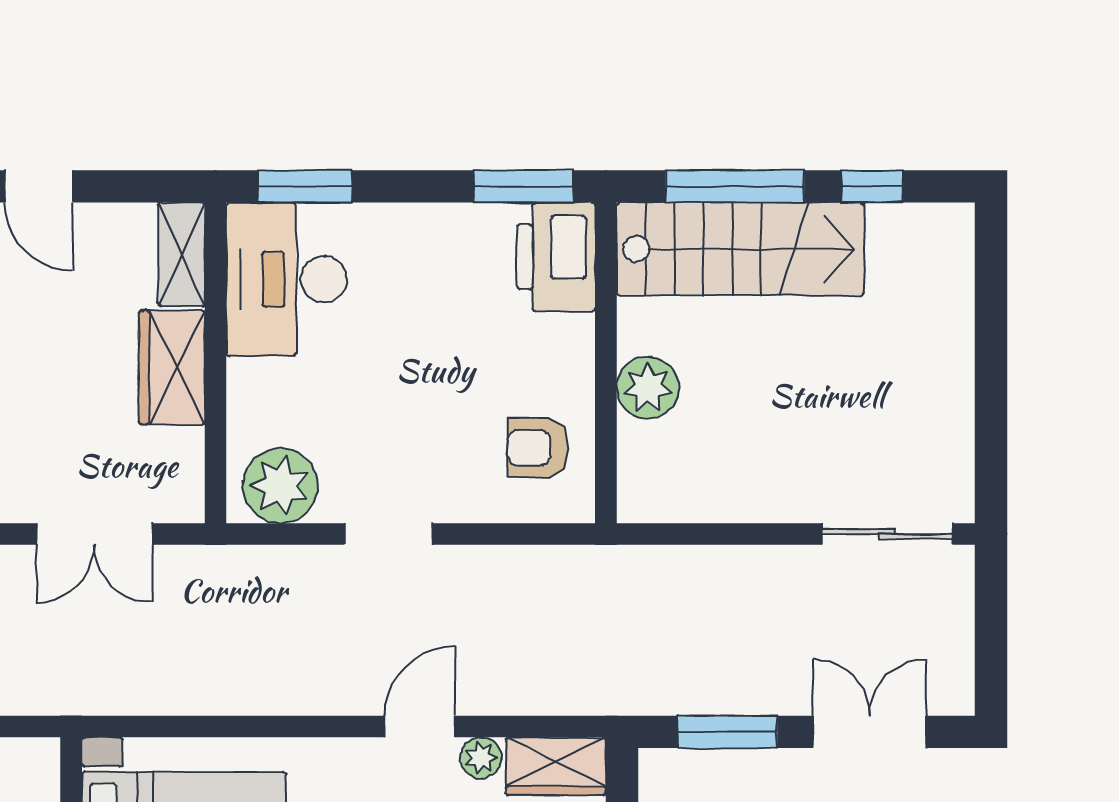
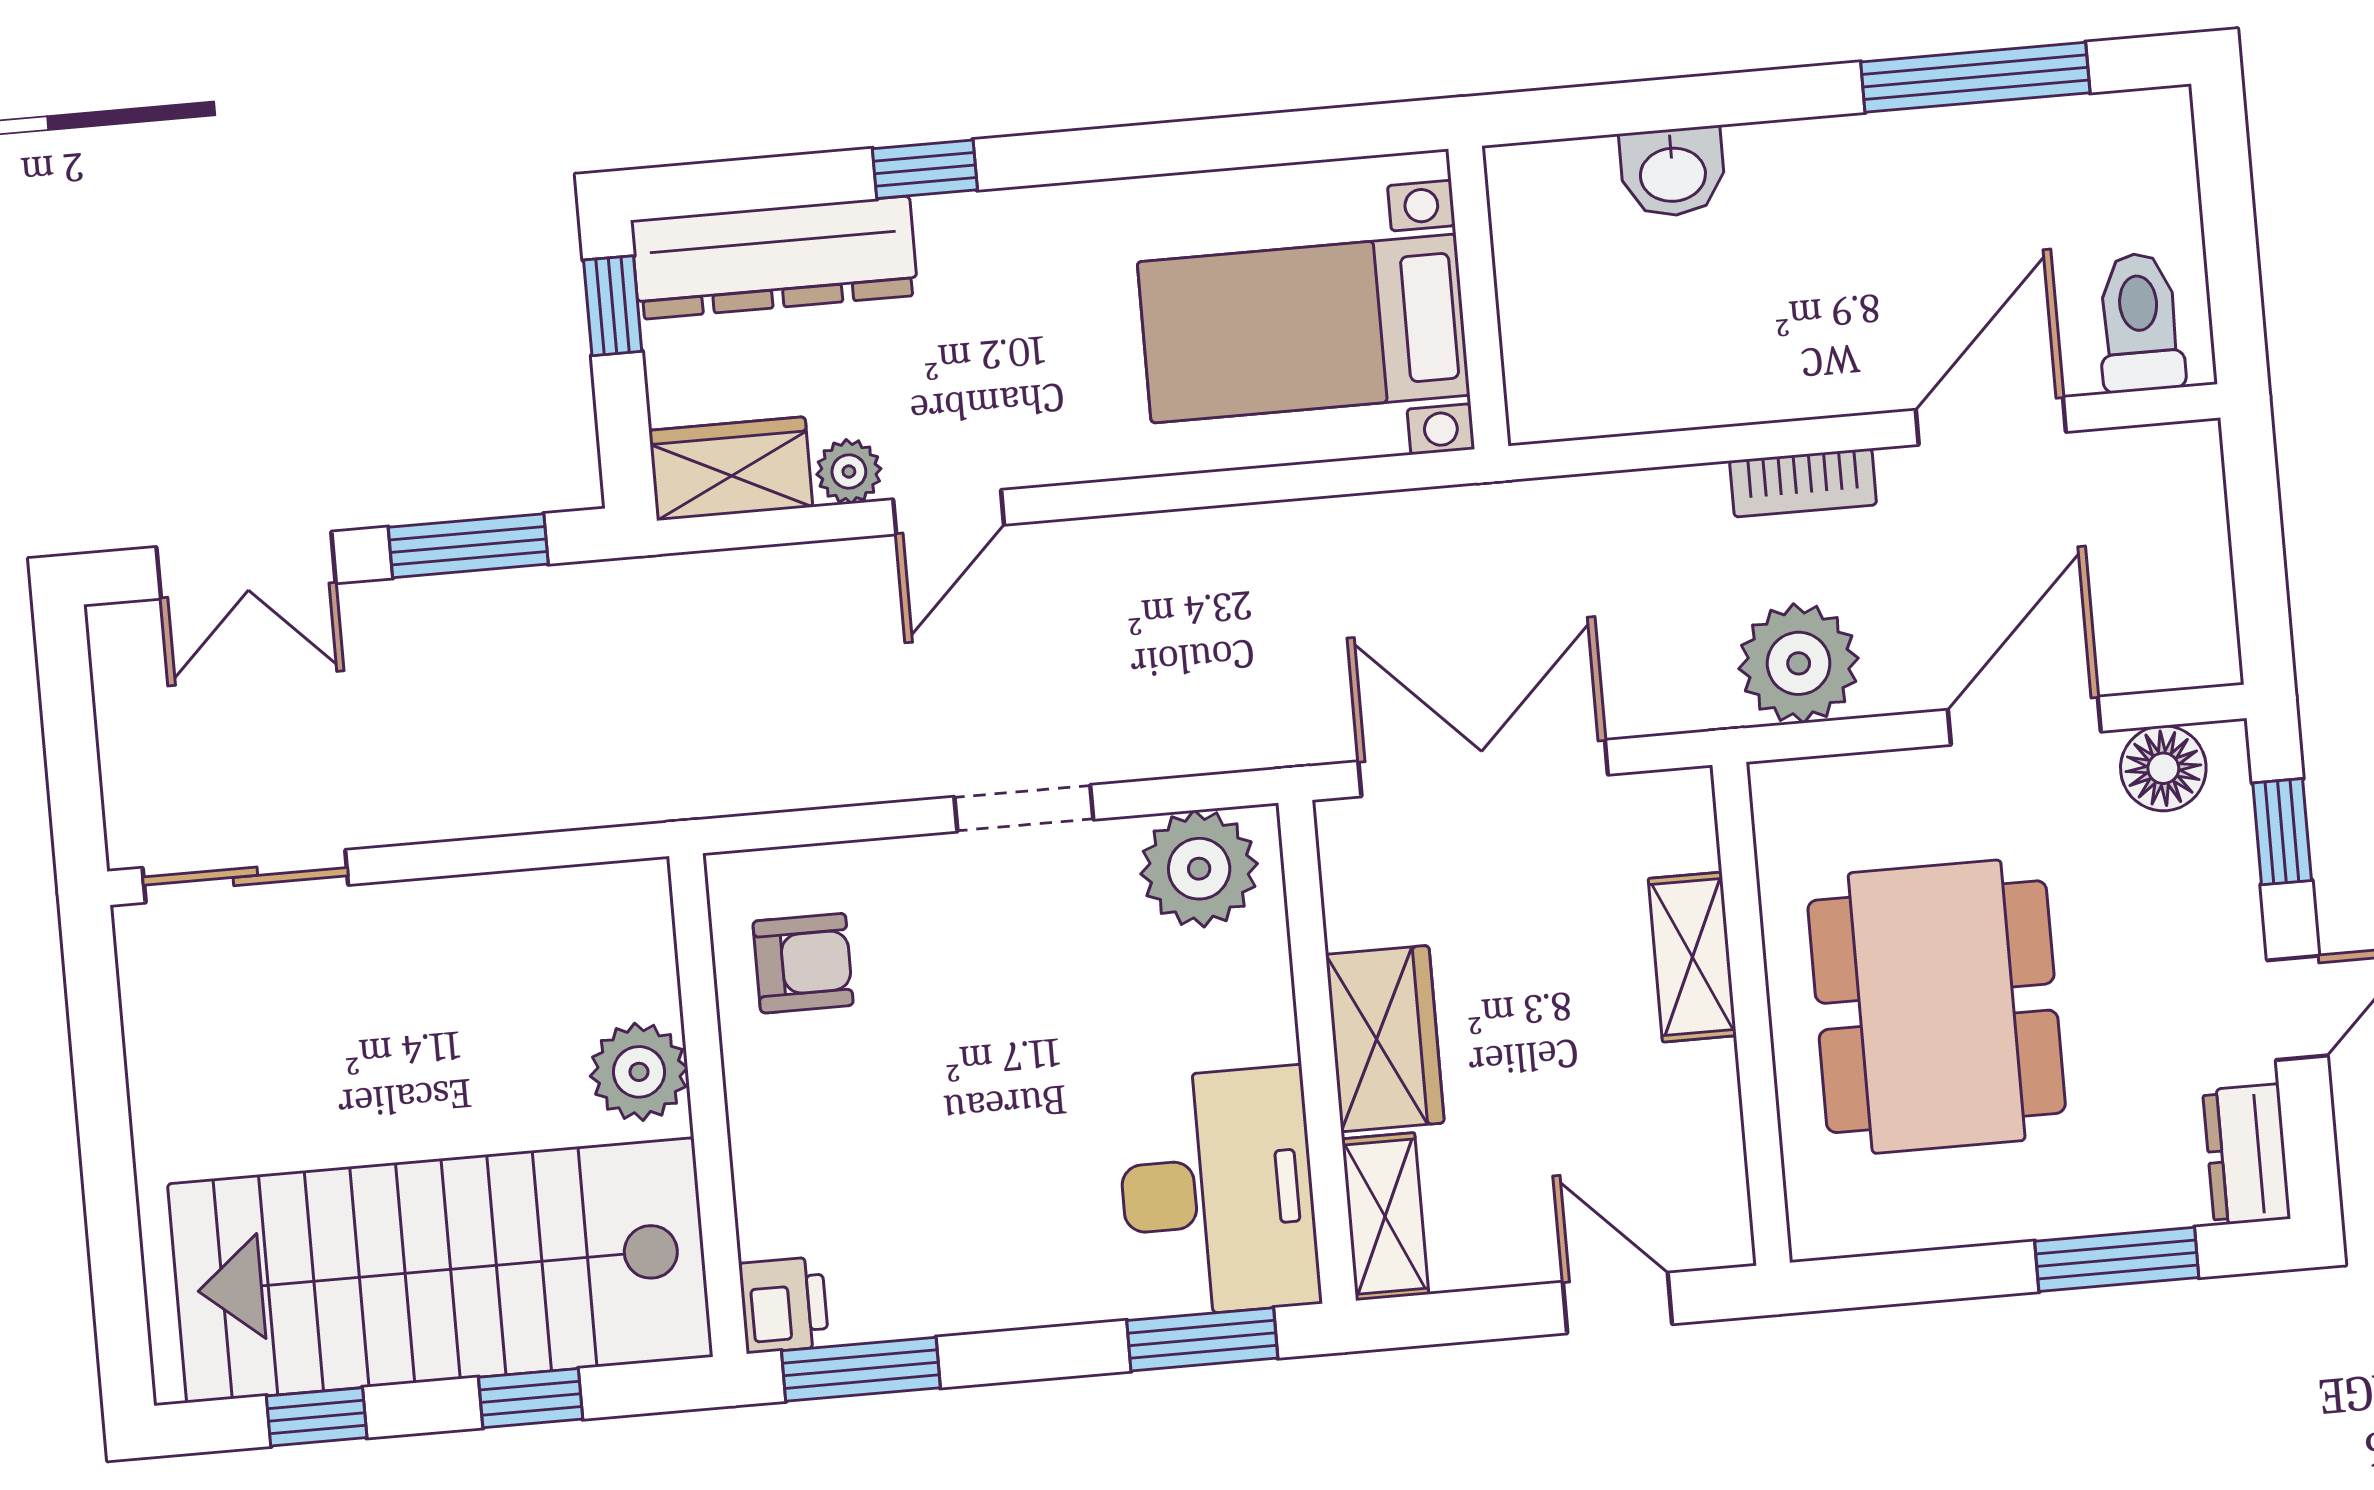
window: (735, 186) -> (531, 1398), width x0.46
stairs: (740, 249) -> (440, 1270), width x1.36, depth x1.51
printer: (556, 257) -> (784, 1305), width x0.53, depth x0.68
double door: (94, 534) -> (1483, 768), width x1.37

